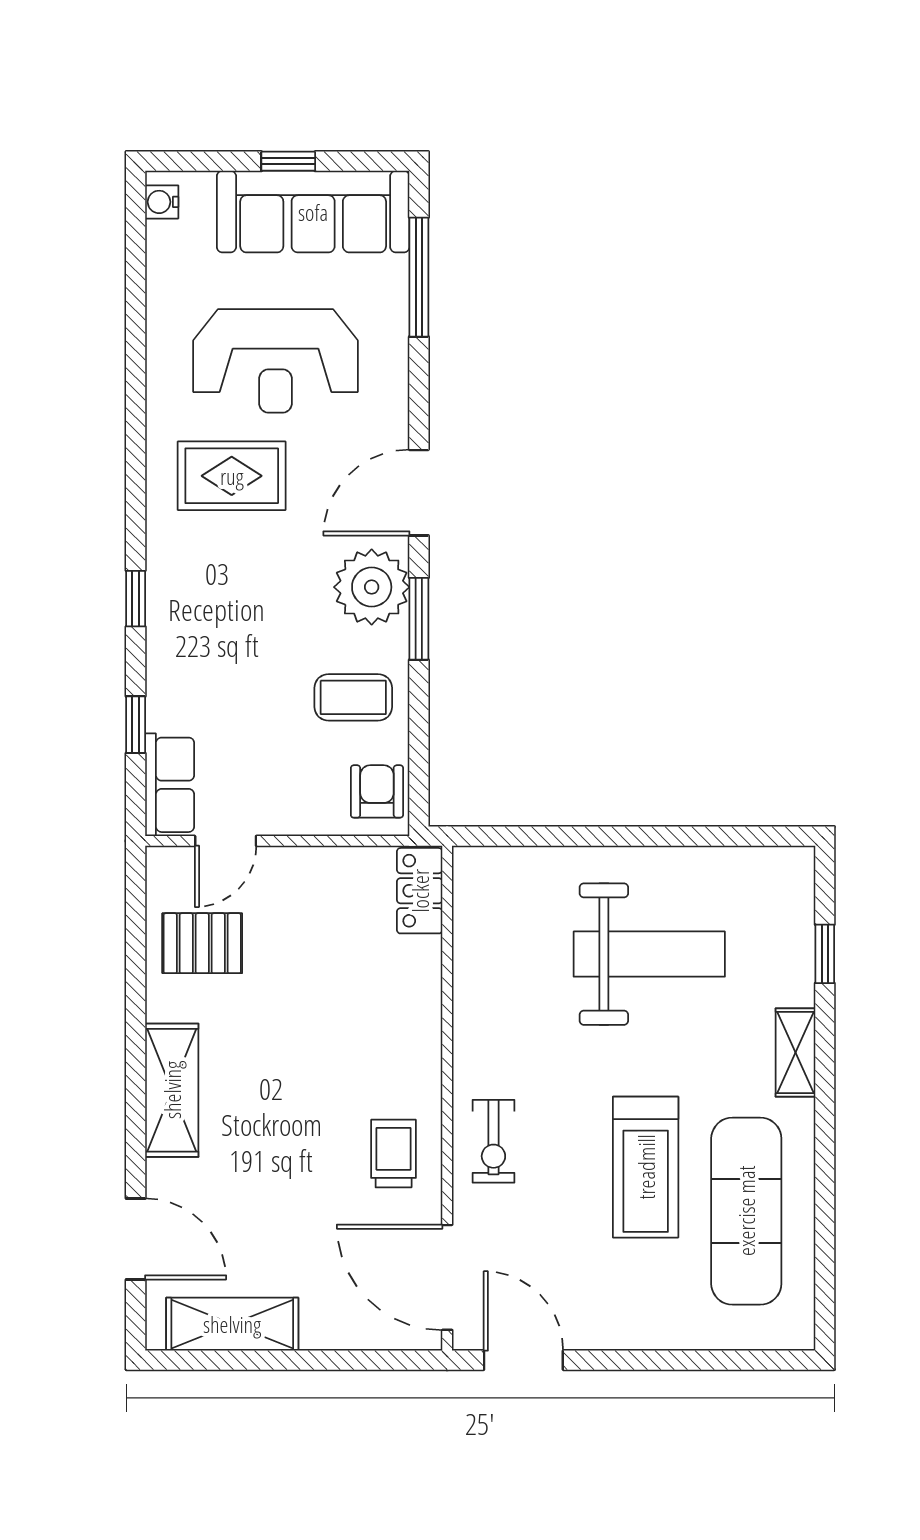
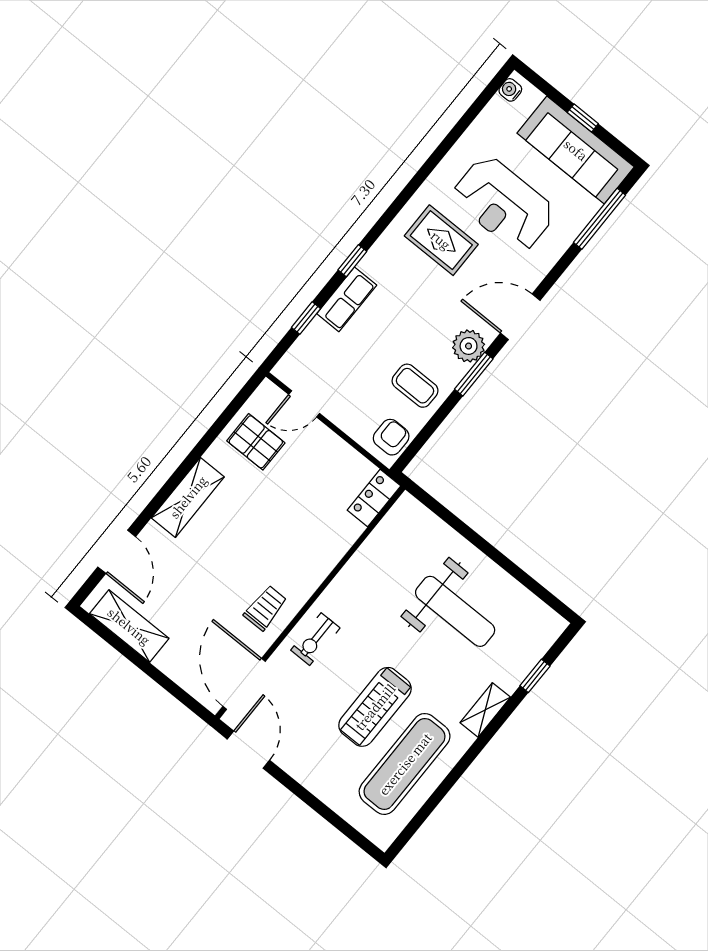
plant: (372, 587) -> (469, 346), width x0.73, depth x0.73
row of seats: (170, 785) -> (347, 299), moved

